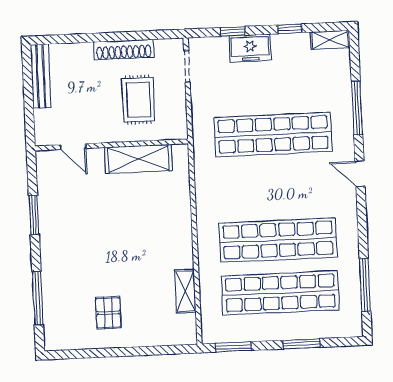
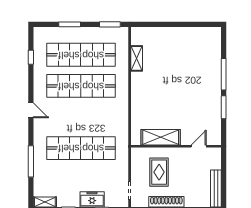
door: (73, 147) -> (199, 146), hinge flipped
door: (360, 174) -> (31, 110), moved
window: (365, 285) -> (31, 57), width x0.46
window: (38, 298) -> (224, 74), moved
pallet: (108, 313) -> (182, 48), removed

